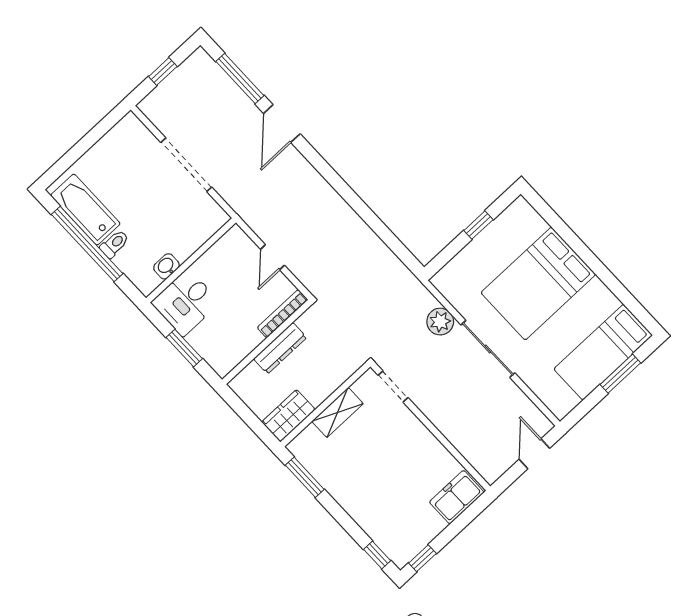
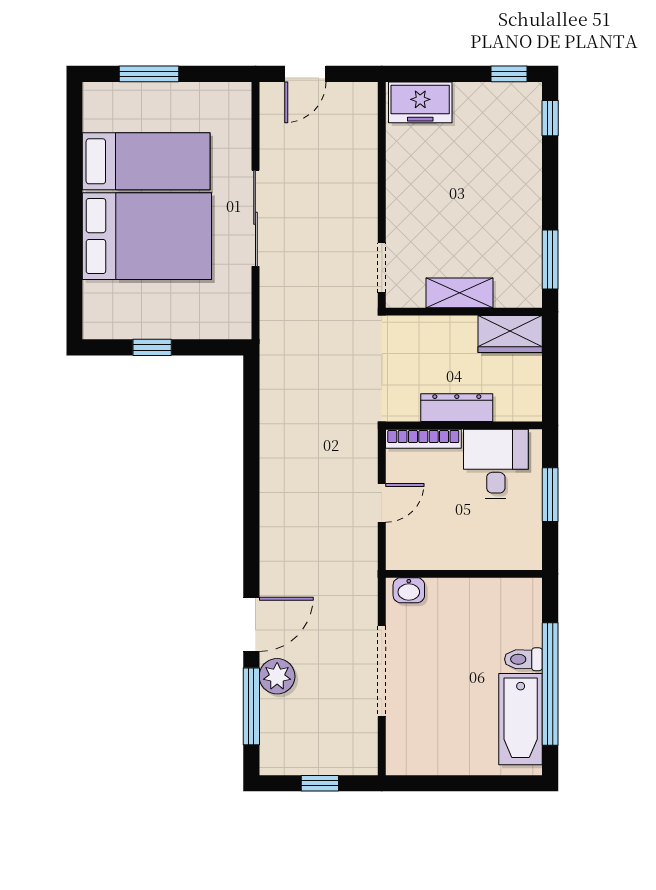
washbasin: (166, 266) -> (409, 590), moved
desk: (186, 302) -> (496, 464), moved, turned -90
plant: (440, 322) -> (277, 676), moved
bed: (603, 352) -> (146, 161), moved

